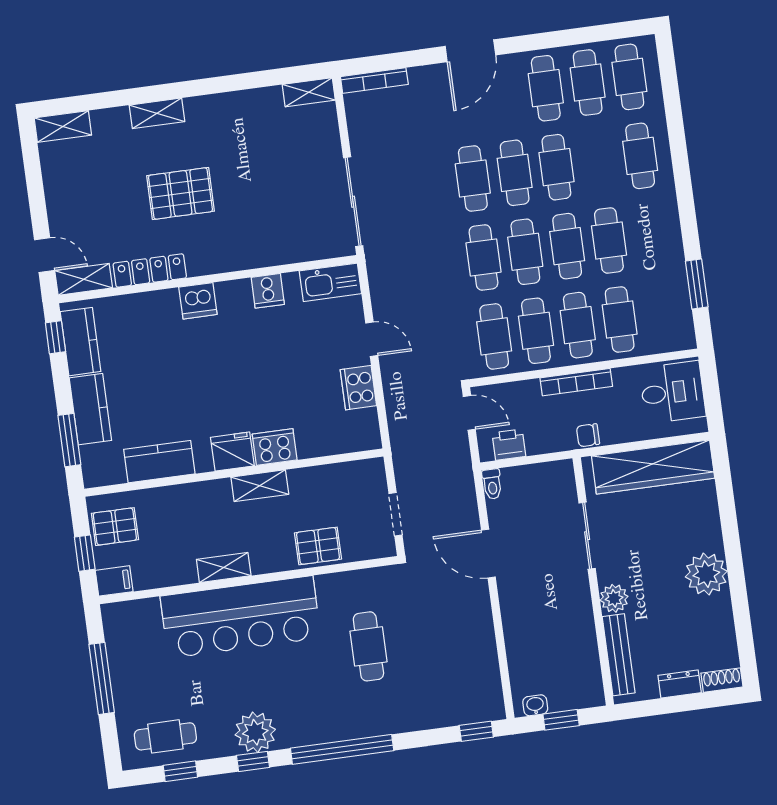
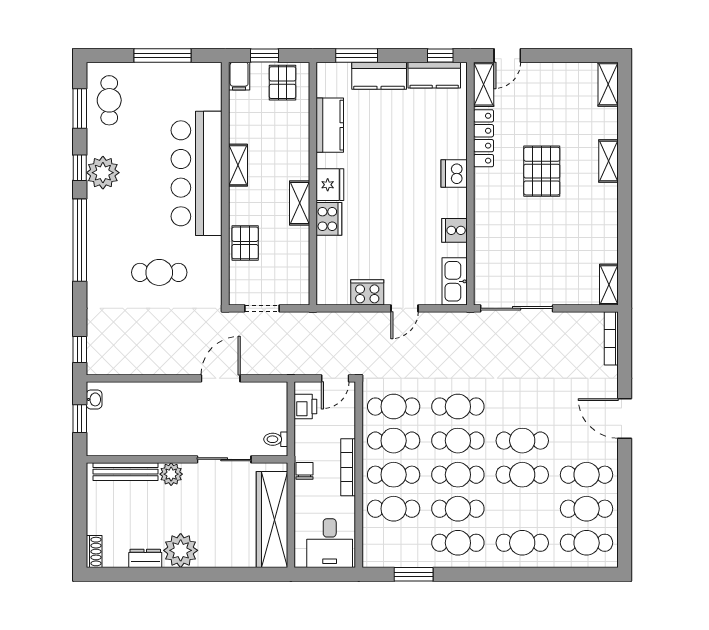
cafe table: (473, 178) -> (458, 543), moved
toilet: (492, 484) -> (276, 439), moved
dresser: (680, 684) -> (145, 558), moved, turned -90
window: (180, 771) -> (80, 109), width x1.50

